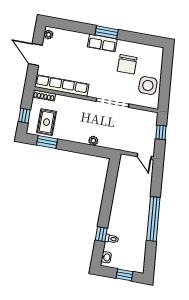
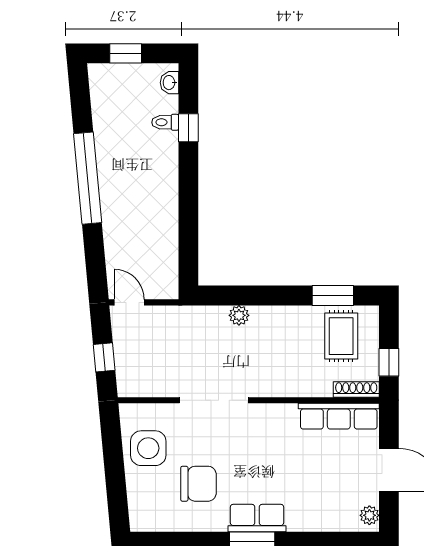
chair: (127, 64) -> (198, 484), turned 90
row of seats: (62, 86) -> (339, 416), width x0.73
window: (24, 116) -> (389, 362), moved

